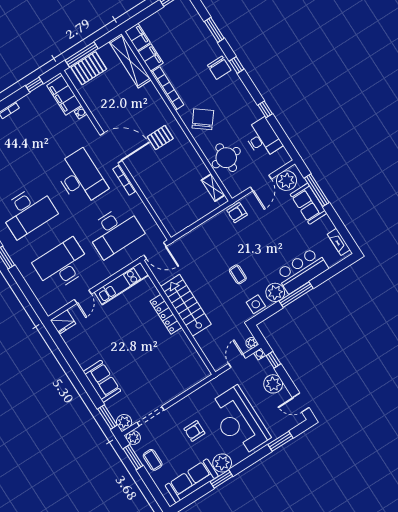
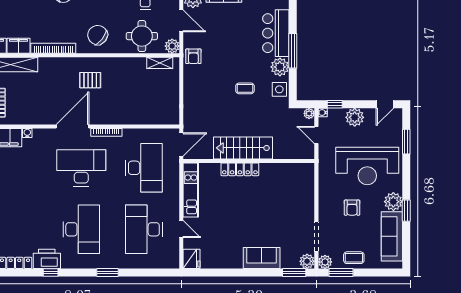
pallet: (160, 138) -> (90, 80), turned 90
plant: (234, 189) -> (172, 46), added

